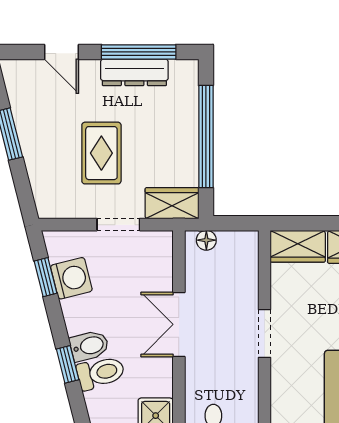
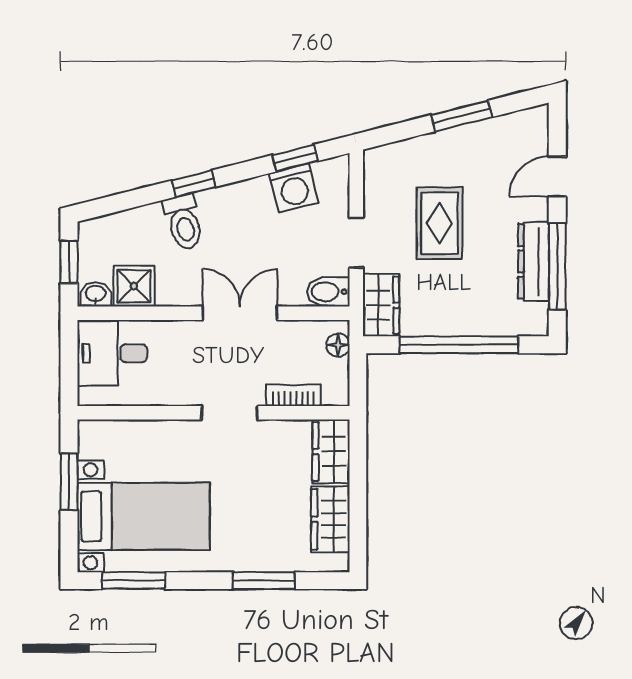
rug: (101, 153) -> (439, 223), turned 90
bookcase: (249, 279) -> (293, 395), added
bidet: (89, 346) -> (328, 292), moved, turned 104

